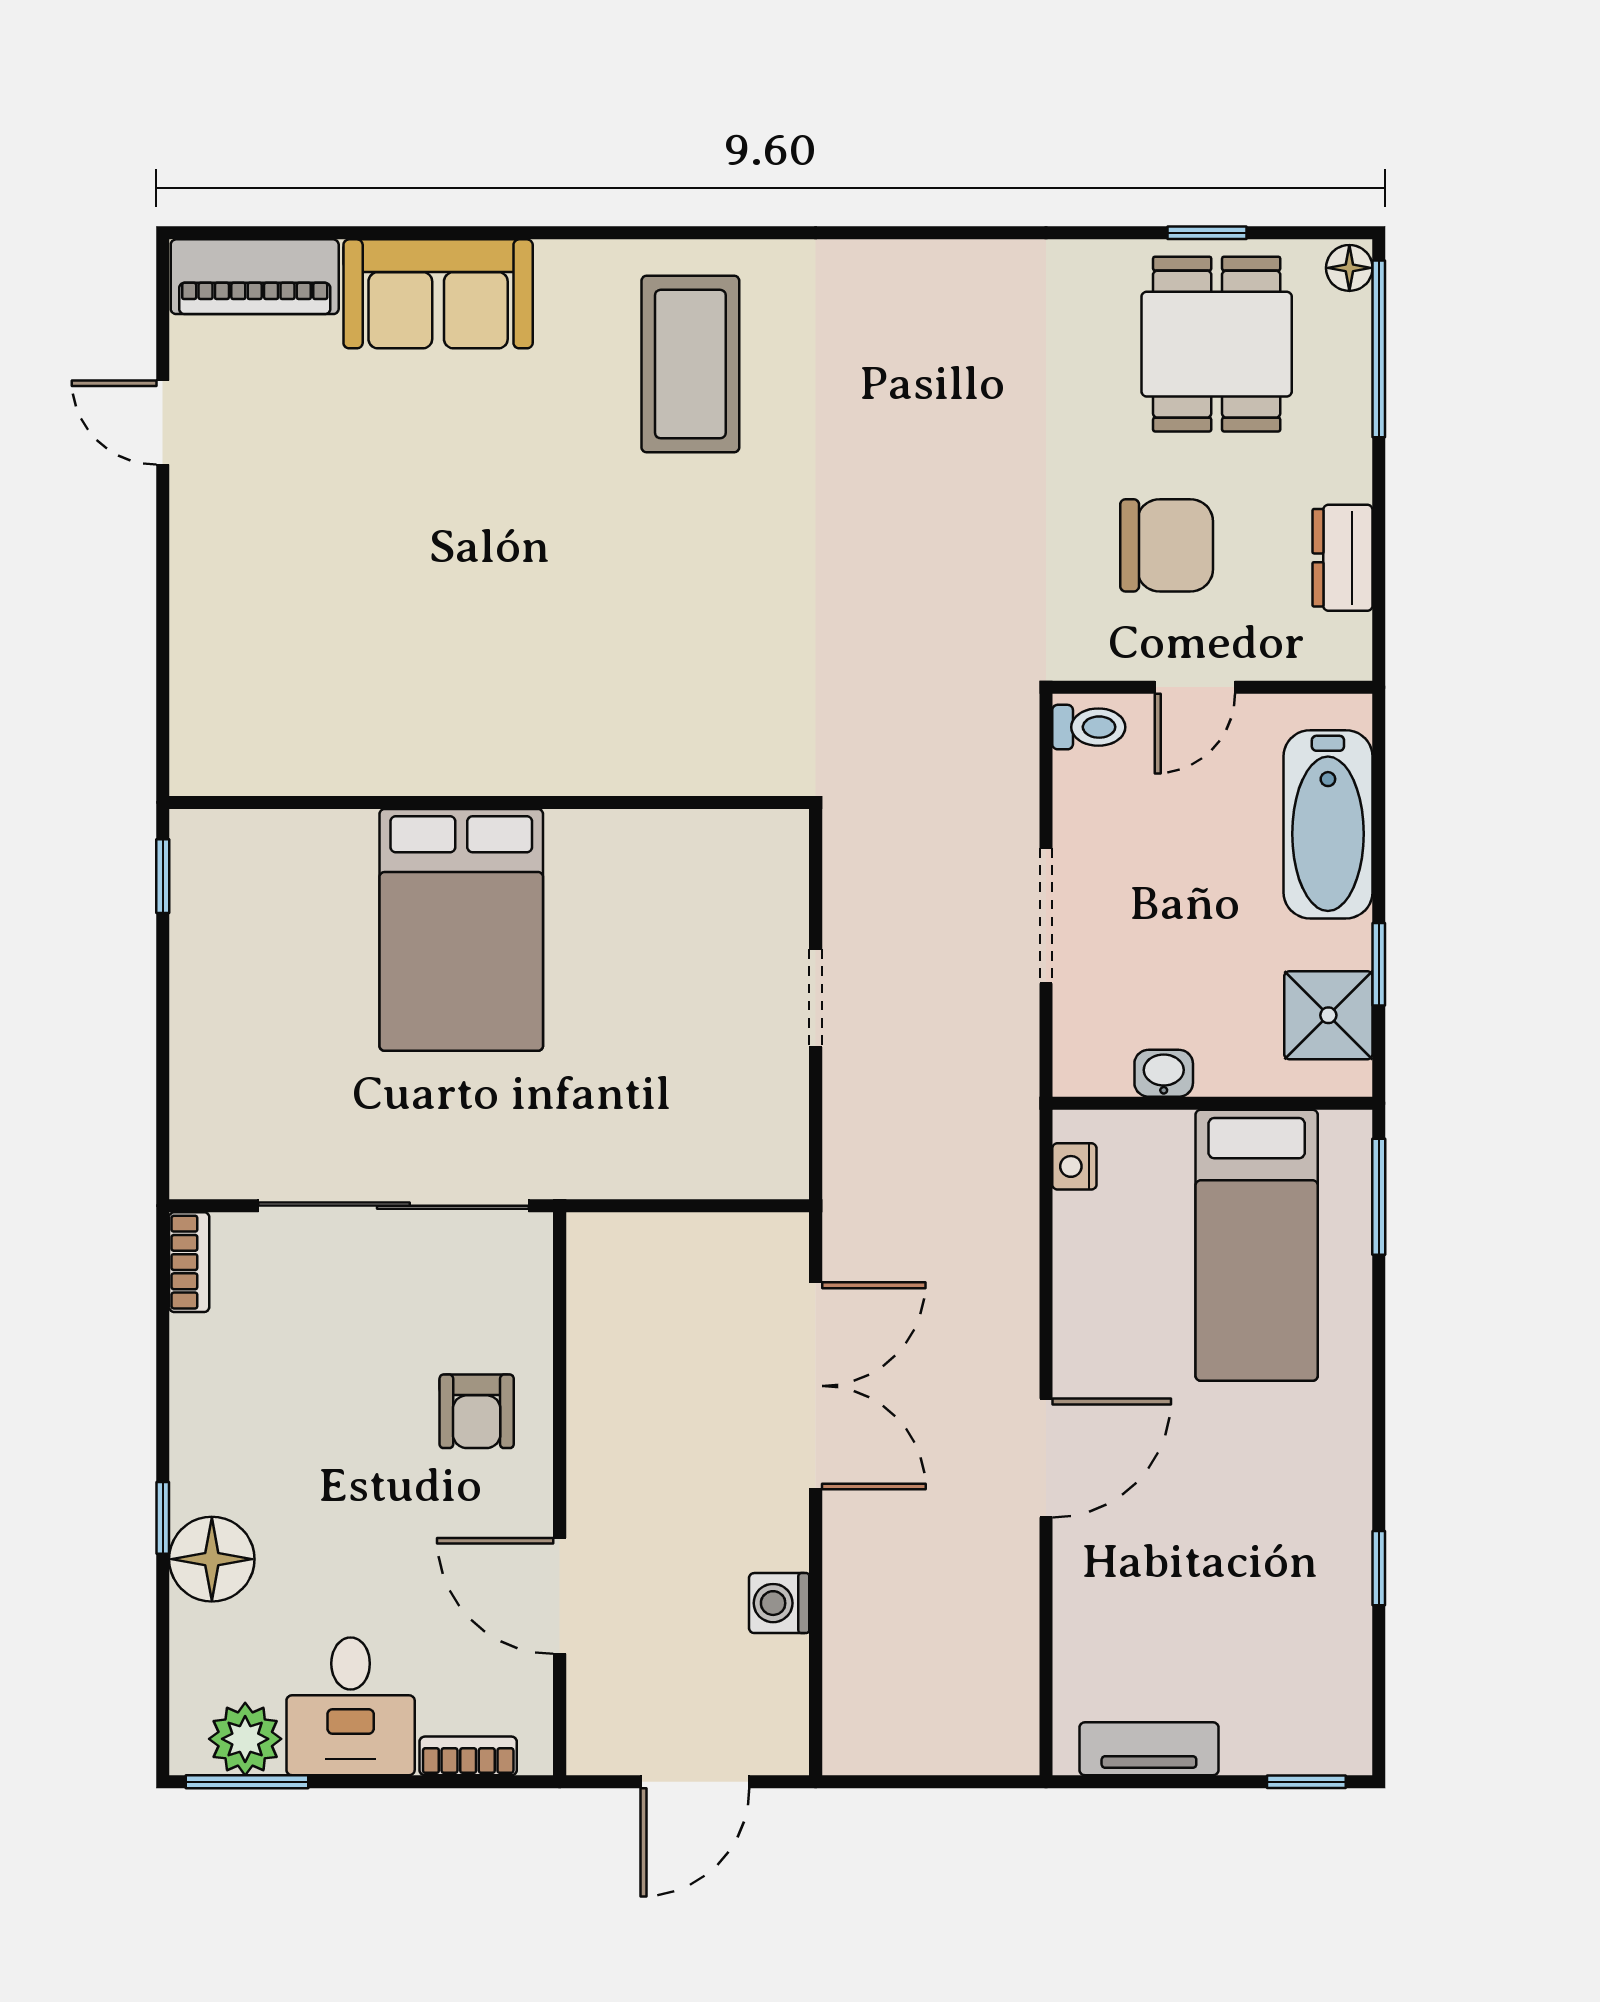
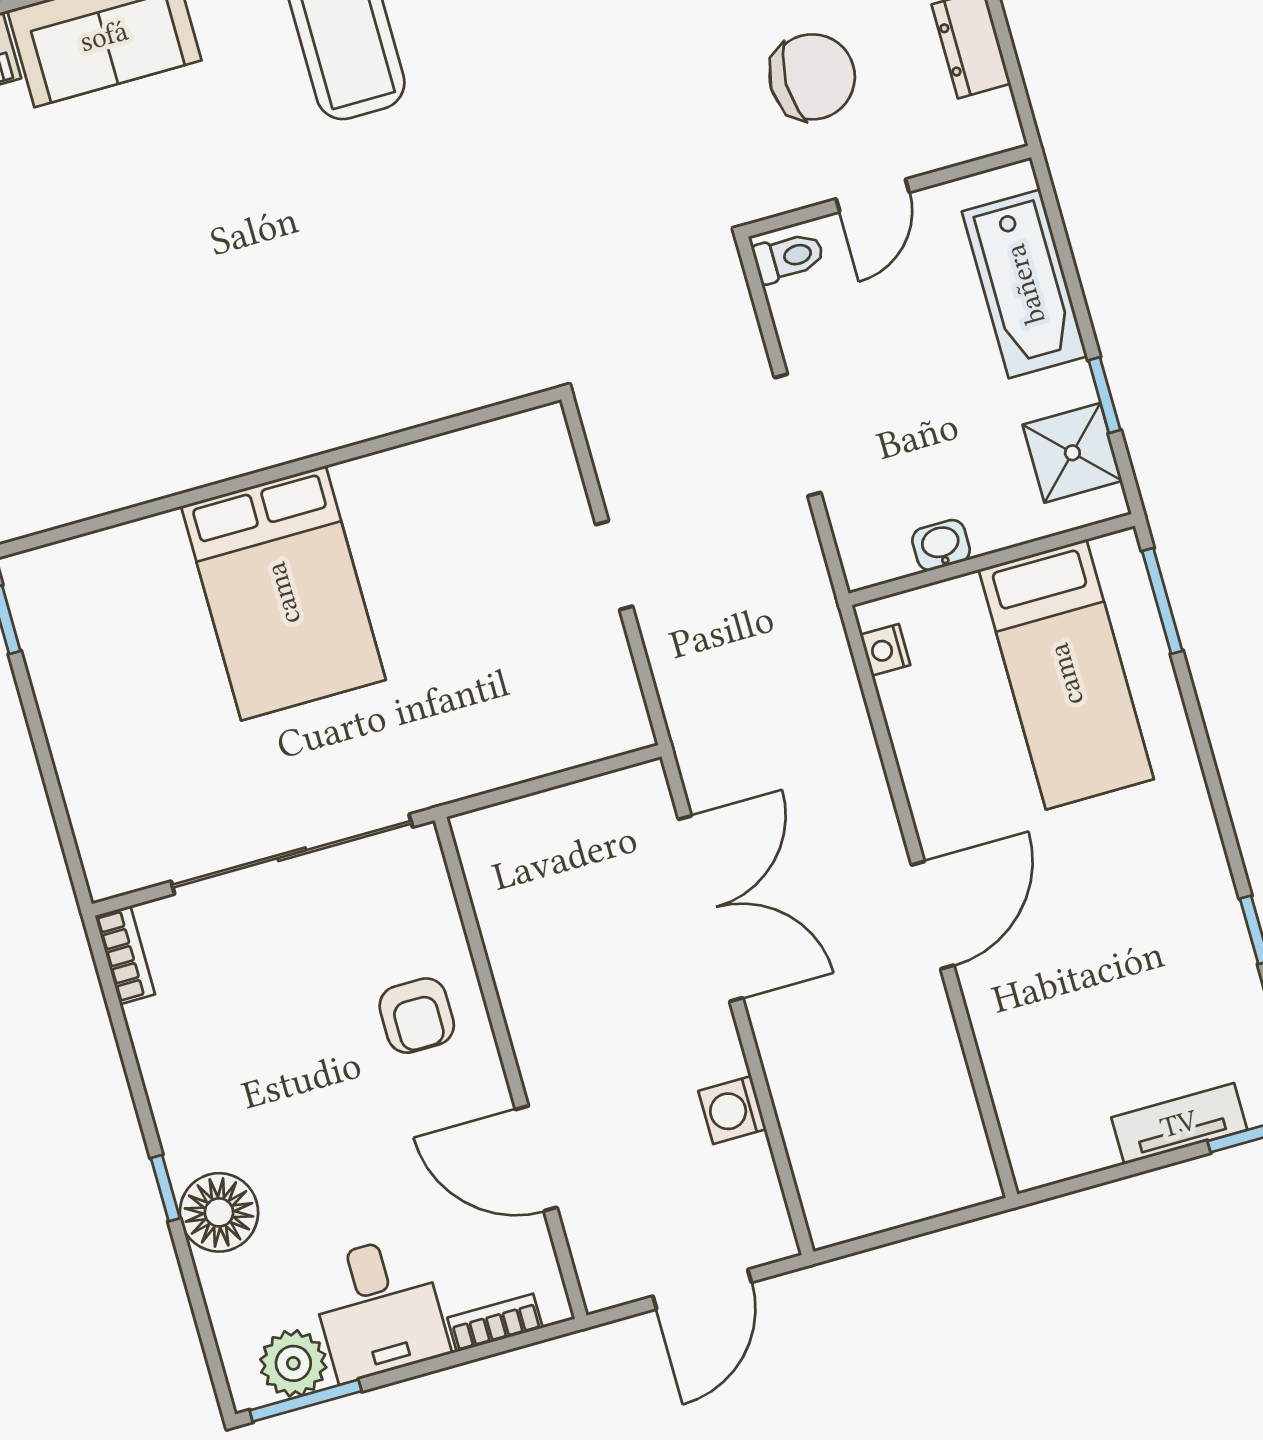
tv unit: (1149, 1749) -> (1179, 1124), moved

